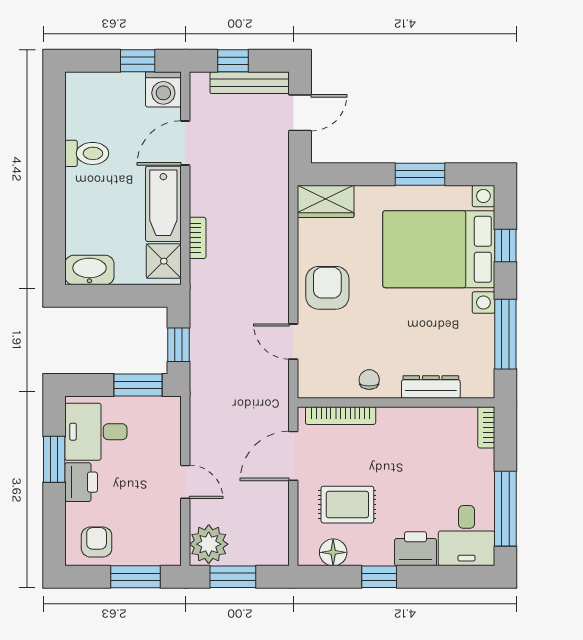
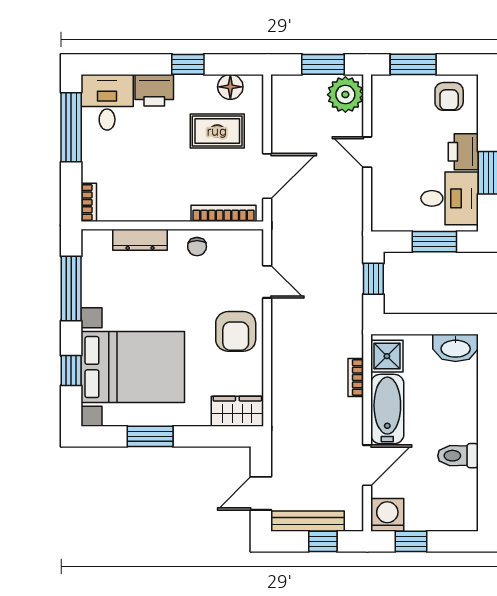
window: (138, 385) -> (434, 242), moved

